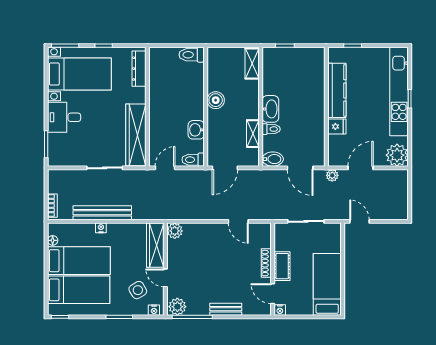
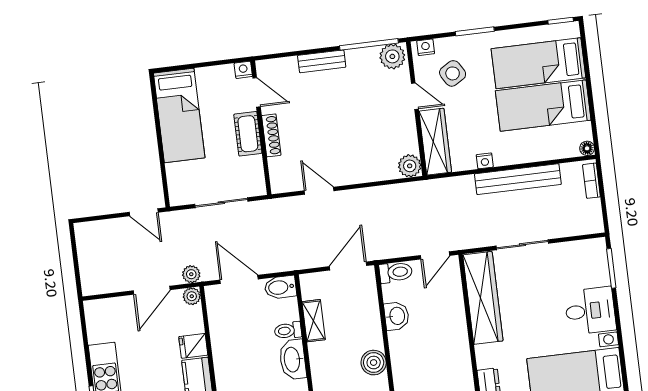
plant: (397, 155) -> (192, 296), moved, width x0.53, depth x0.53
nightstand: (101, 228) -> (485, 161), moved
floor lamp: (53, 240) -> (587, 148), moved

